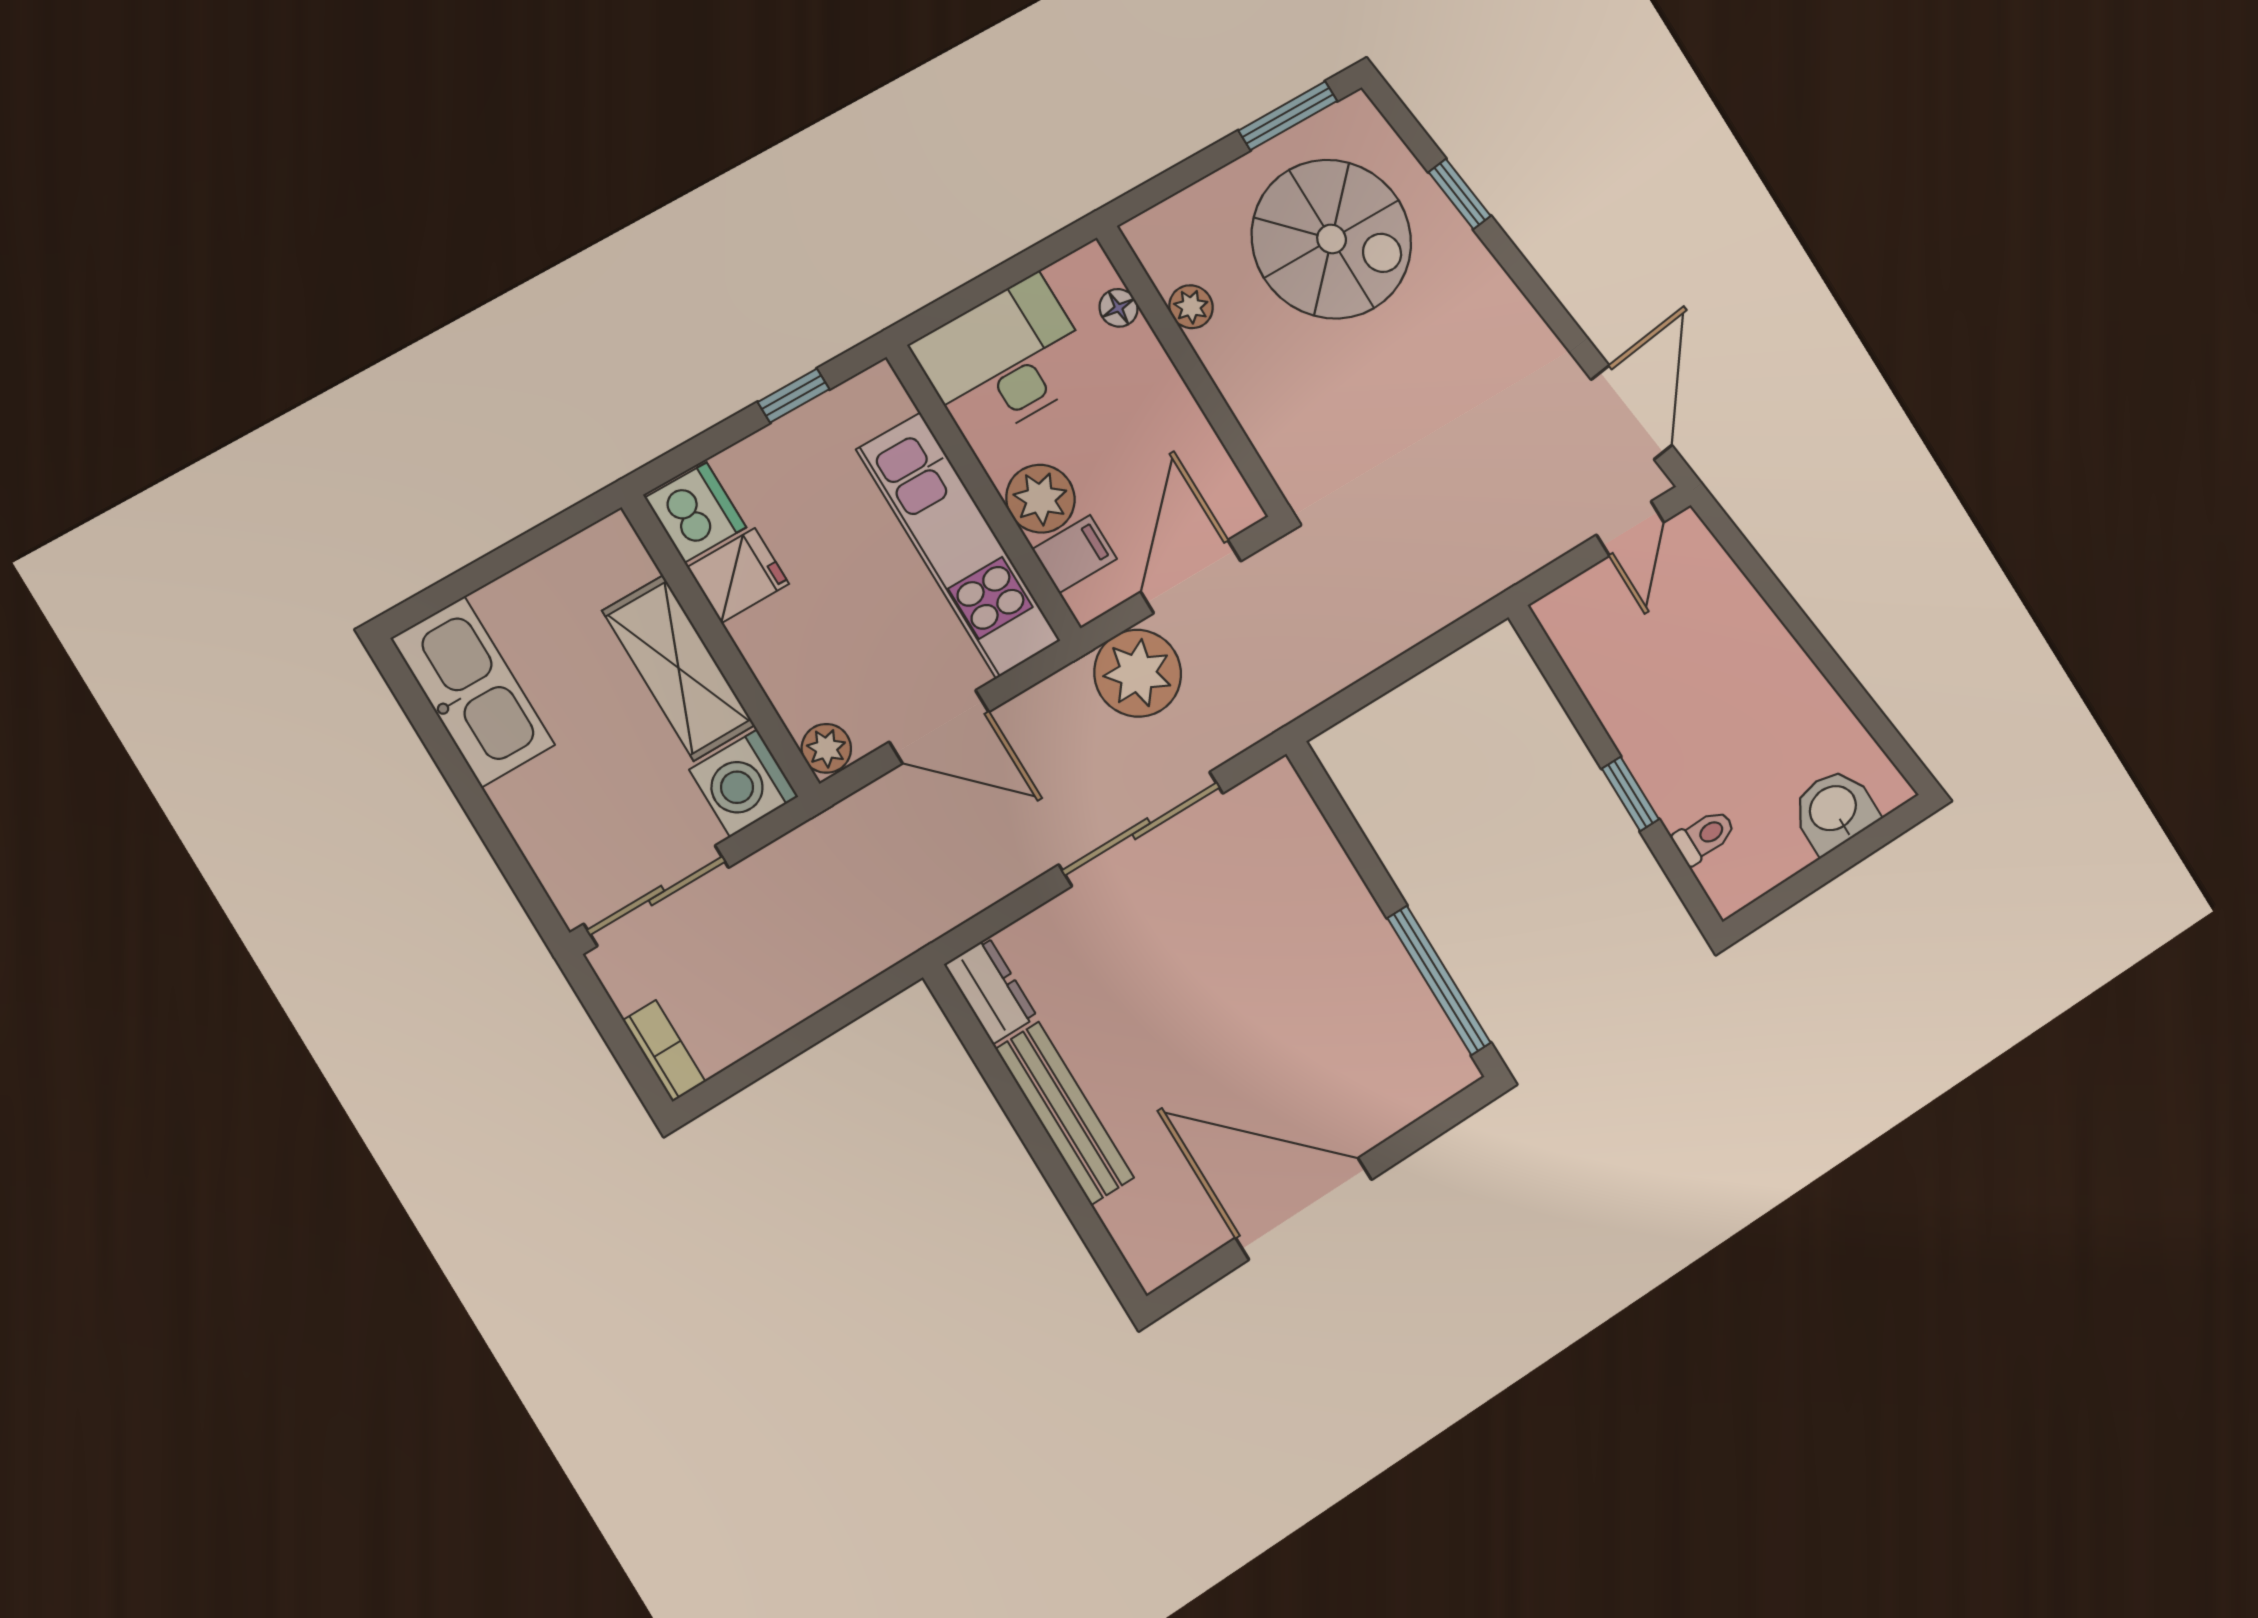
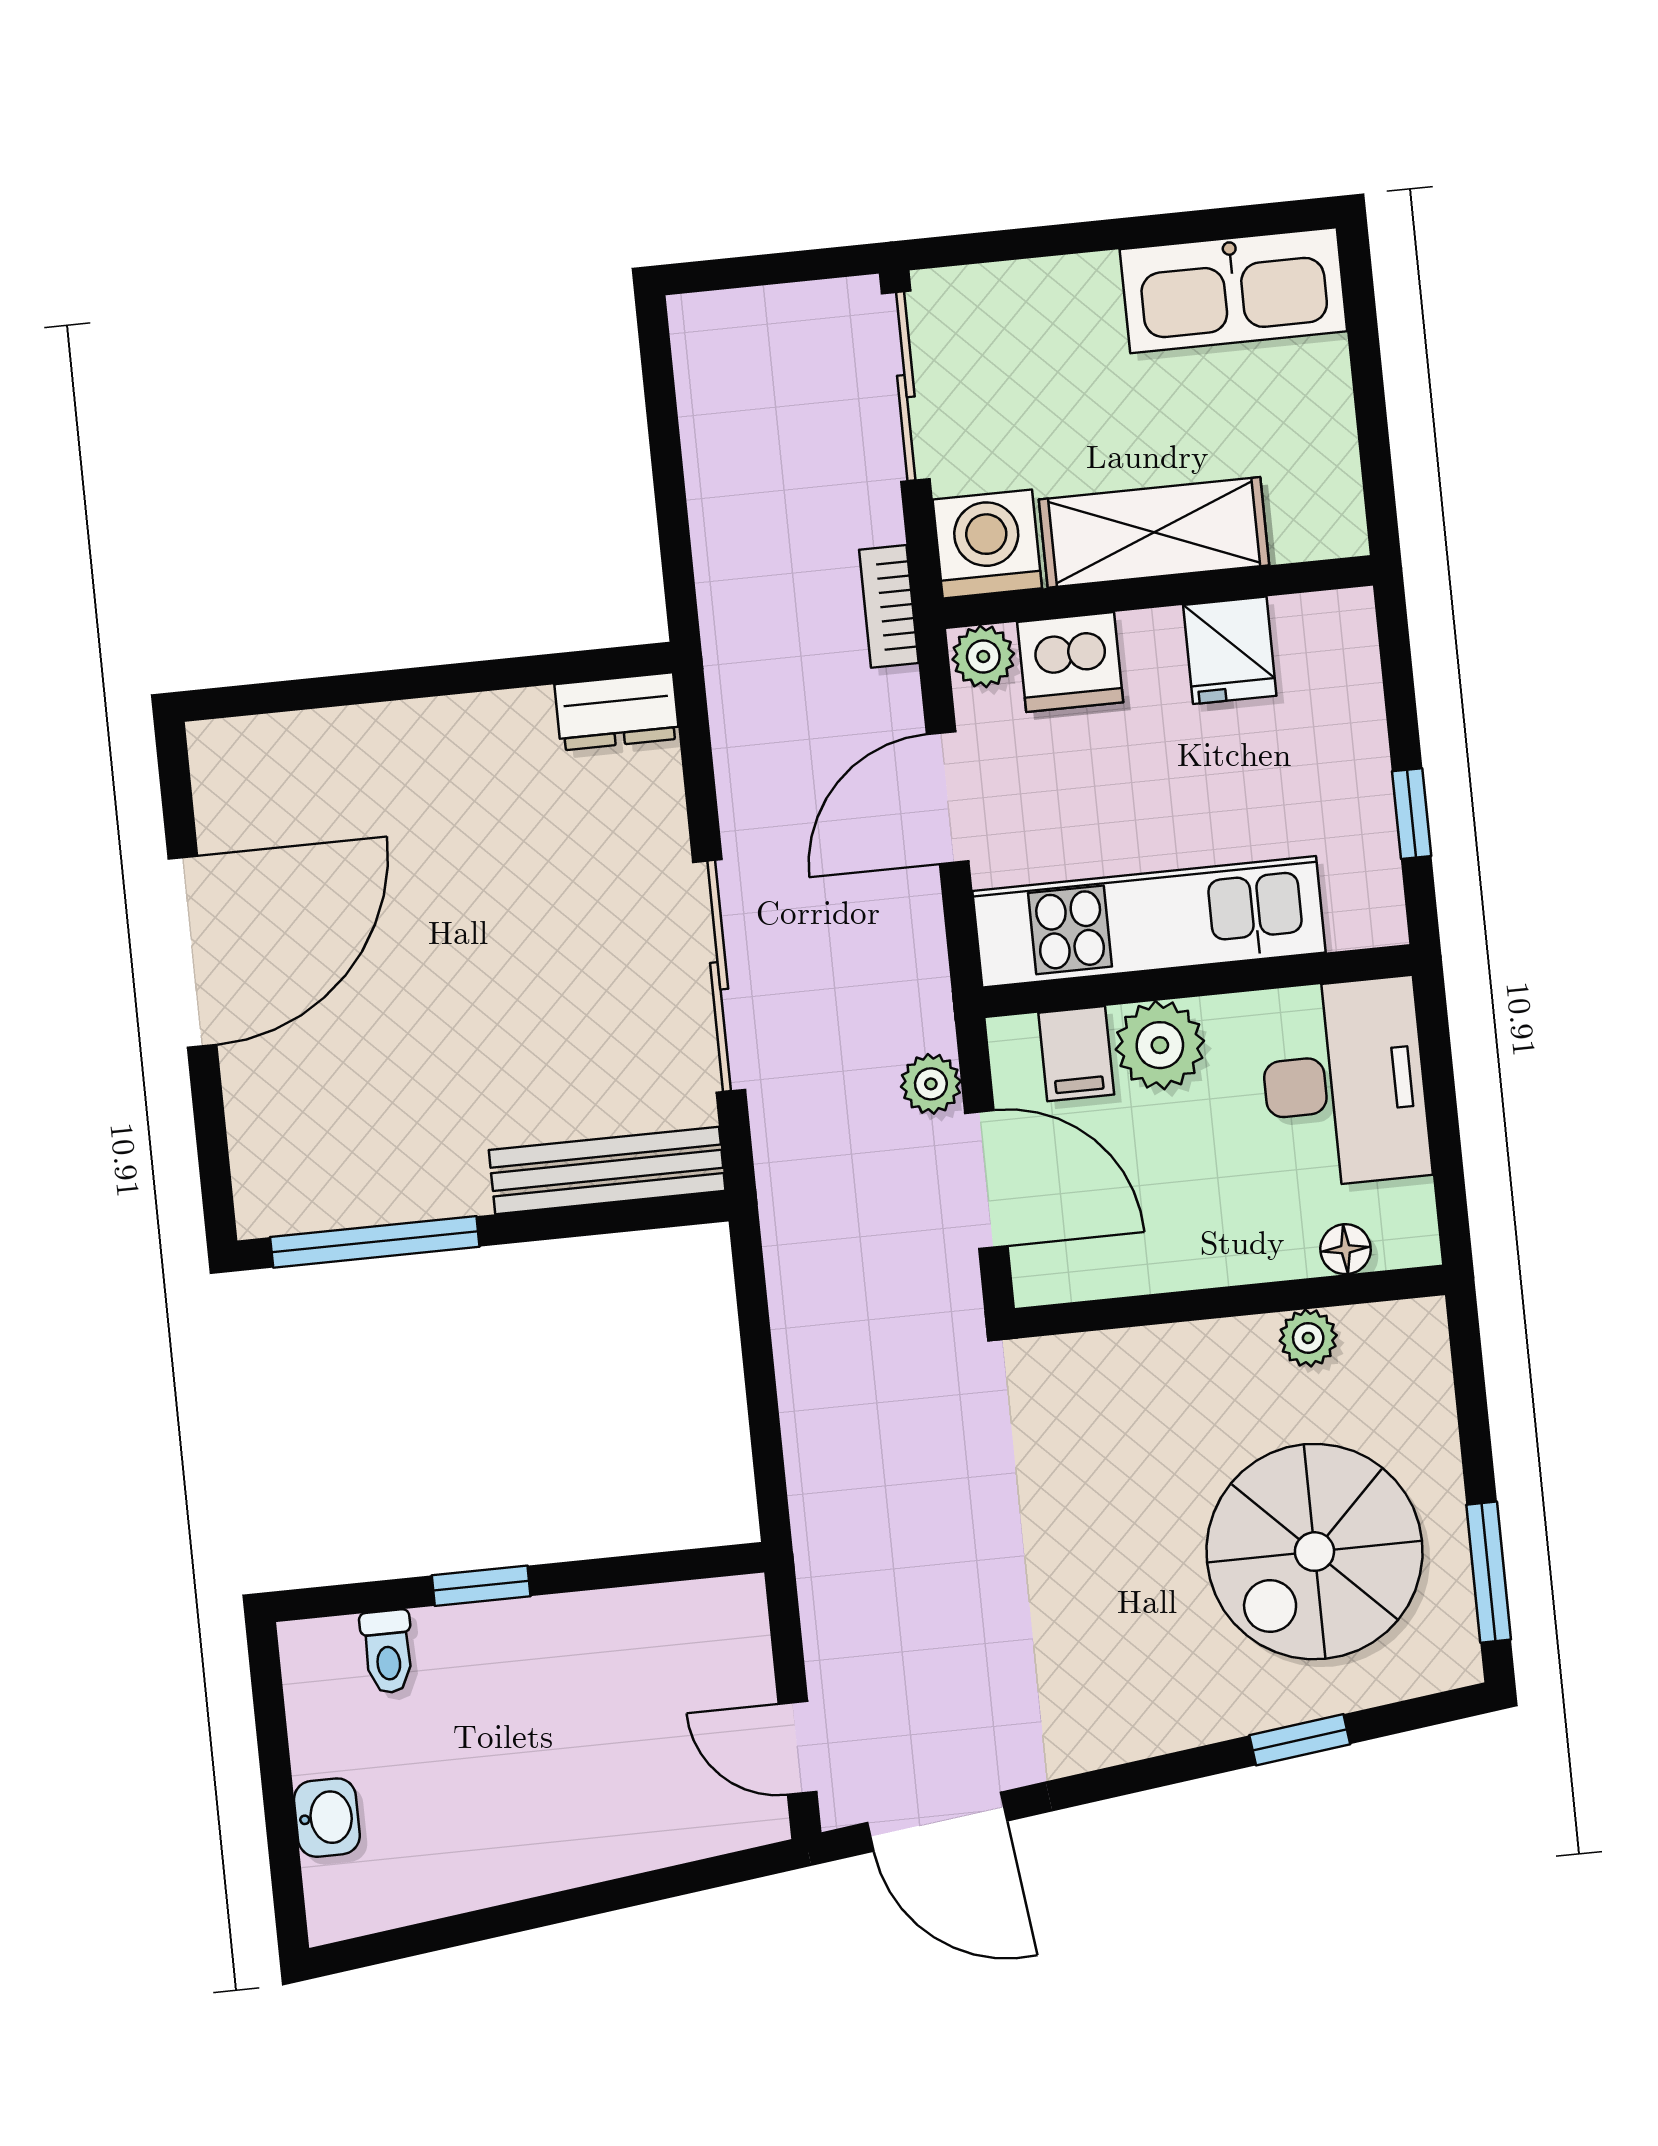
dishwasher: (695, 512) -> (1070, 662), moved
plant: (1138, 673) -> (931, 1084), width x0.53, depth x0.53
washbasin: (1834, 810) -> (327, 1818), width x0.72, depth x0.69
bookcase: (664, 1051) -> (889, 606), moved, turned 90
bench: (1065, 1113) -> (607, 1170), moved

